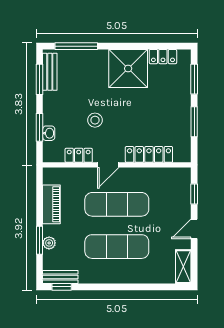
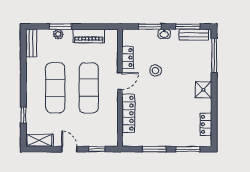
shower: (128, 68) -> (203, 90), width x0.54, depth x0.54
washbasin: (49, 133) -> (164, 34), moved
door: (108, 165) -> (120, 81), swing flipped
window: (62, 287) -> (23, 115), moved

